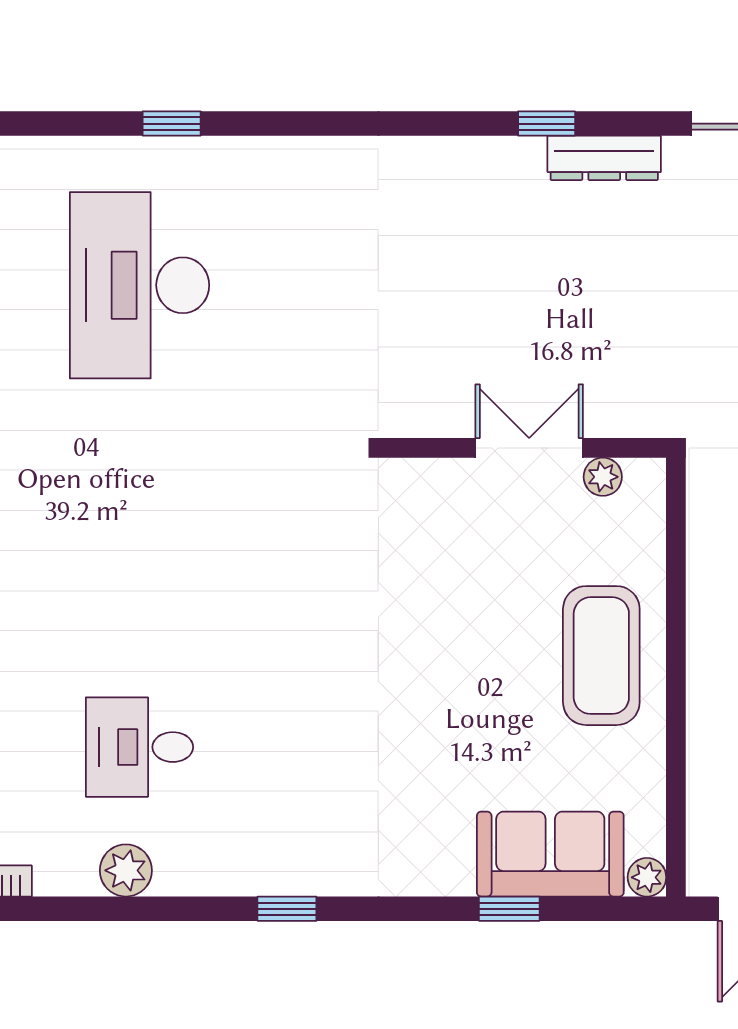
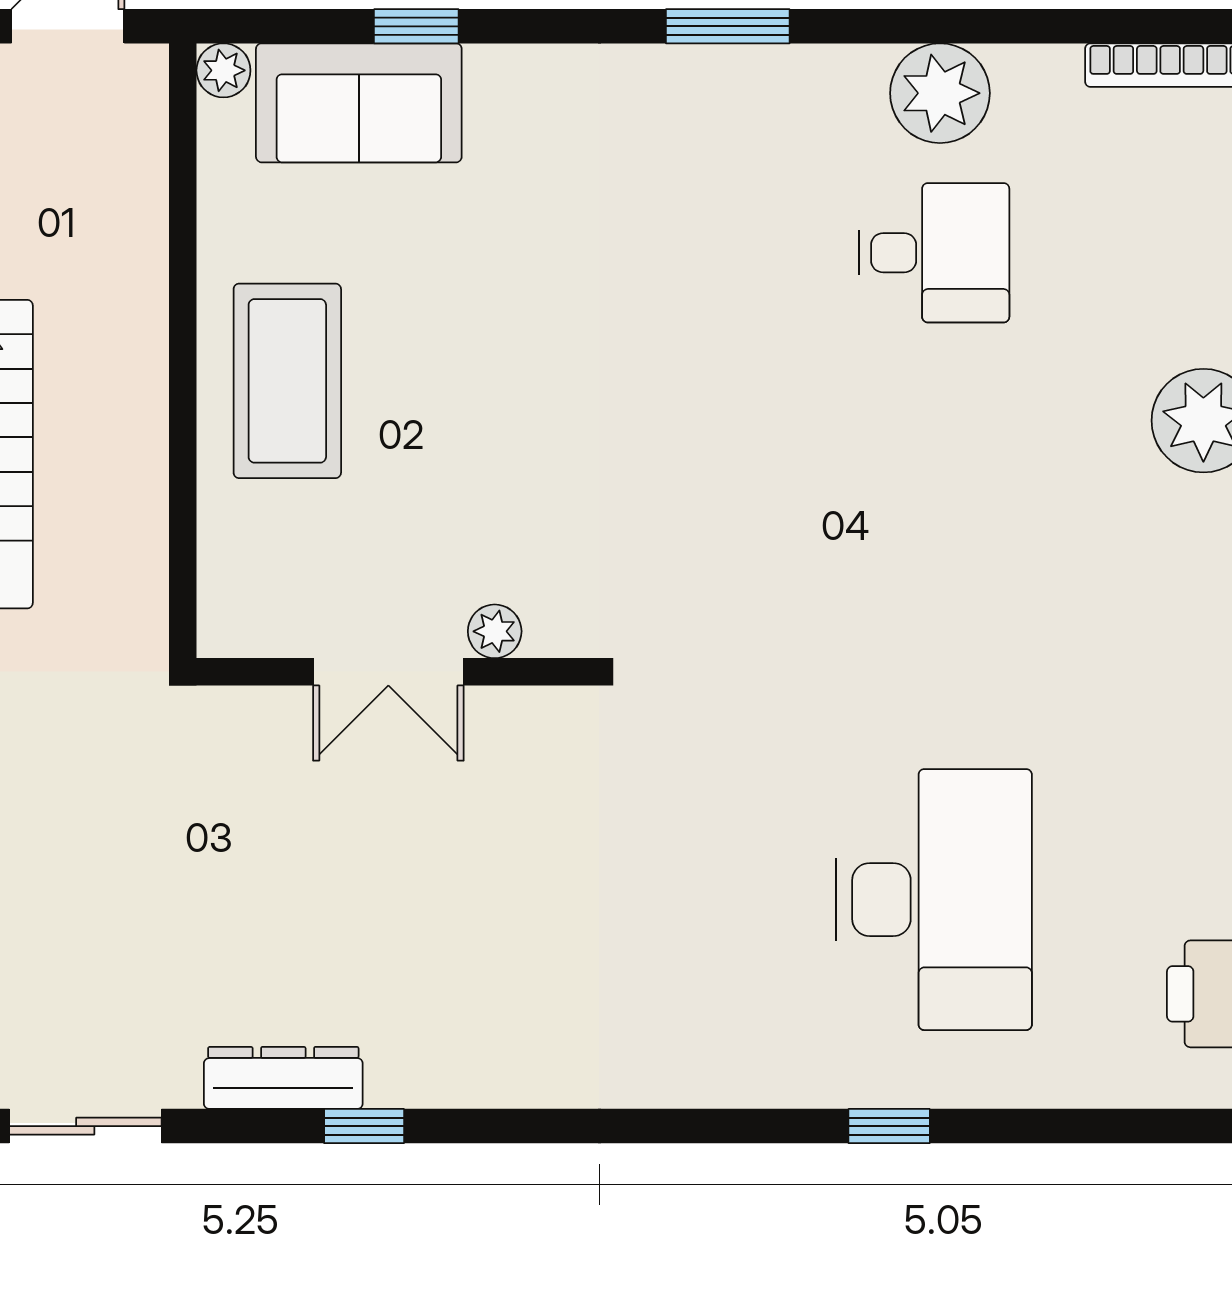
plant: (603, 477) -> (495, 631), moved
plant: (126, 870) -> (940, 93), width x1.36, depth x1.36
window: (287, 909) -> (728, 26), width x1.50

